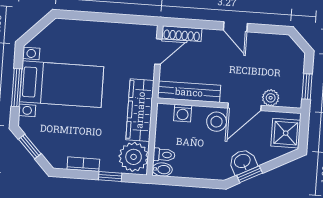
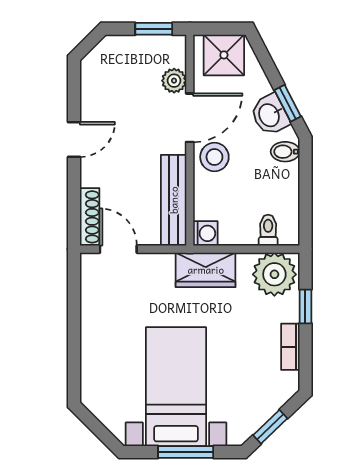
door: (244, 107) -> (190, 118), hinge flipped
wardrobe: (140, 110) -> (206, 270), width x0.67
washing machine: (183, 113) -> (205, 233), moved
bidet: (162, 169) -> (285, 152), moved, turned -90

